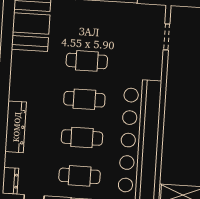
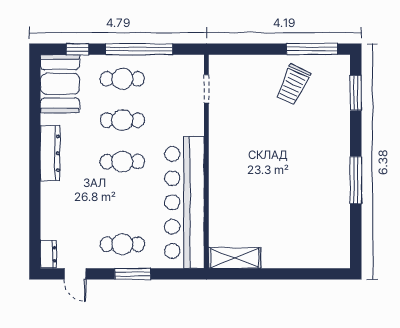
dresser: (16, 127) -> (50, 153), moved
cafe table: (82, 138) -> (122, 79), moved

